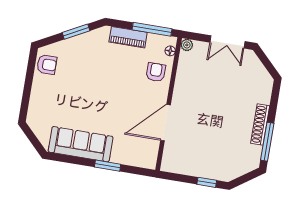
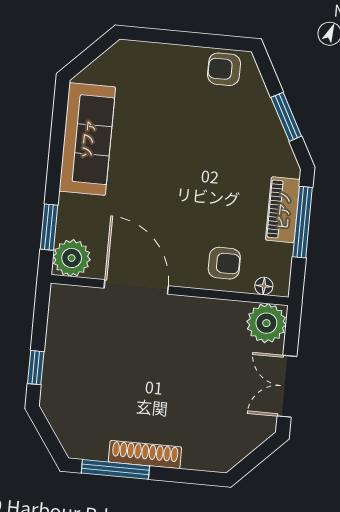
window: (152, 29) -> (303, 222), moved
plant: (187, 45) -> (266, 323), width x1.88, depth x1.88
armchair: (47, 65) -> (224, 69), turned 90
plant: (147, 158) -> (72, 258), added
window: (108, 166) -> (49, 227), moved

